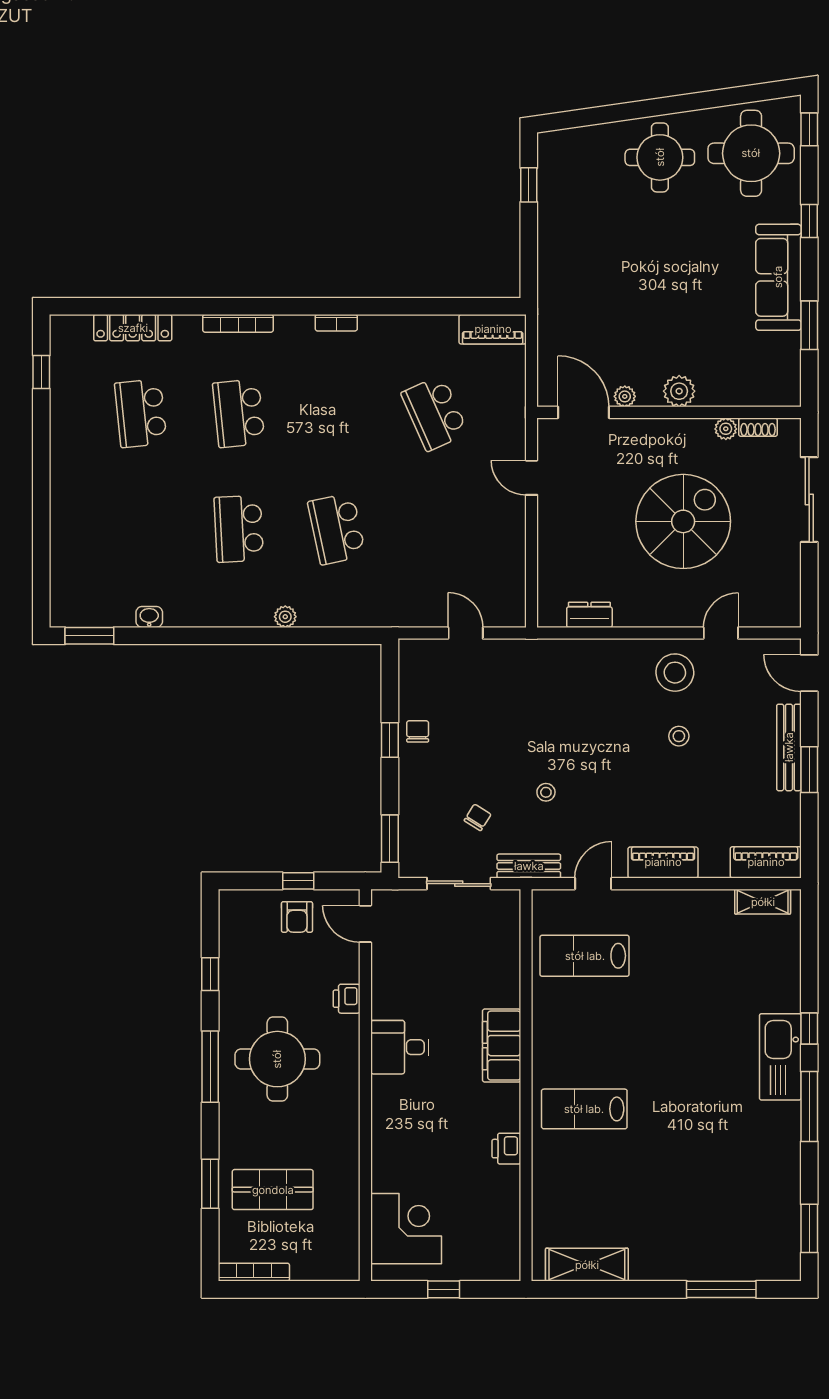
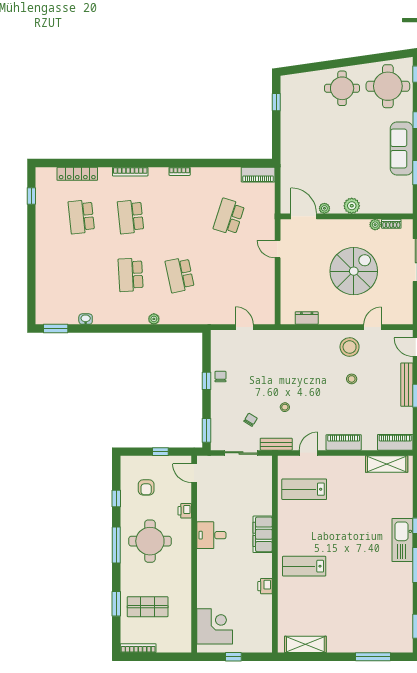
school desk: (435, 413) -> (229, 217), turned 42
shelving: (763, 902) -> (387, 464), width x1.50, depth x1.33
armchair: (297, 917) -> (146, 487), moved

